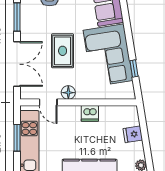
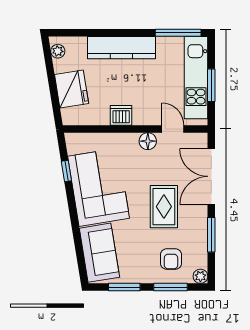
rug: (63, 51) -> (164, 207), moved
fridge: (133, 134) -> (72, 89), width x1.88, depth x1.34

